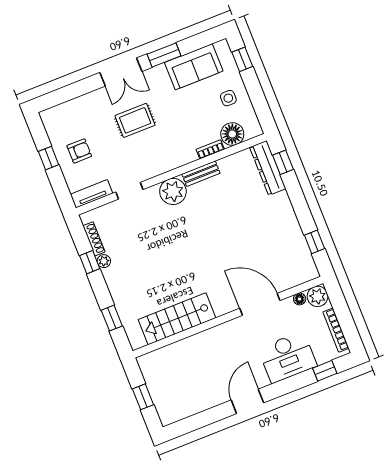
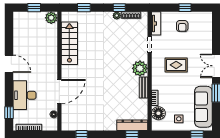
sofa: (194, 67) -> (203, 107), width x1.36
rug: (135, 120) -> (176, 65), moved, turned 90
plant: (318, 296) -> (51, 18), moved

